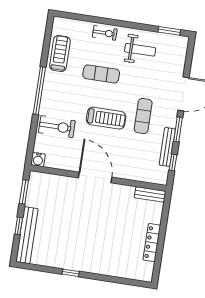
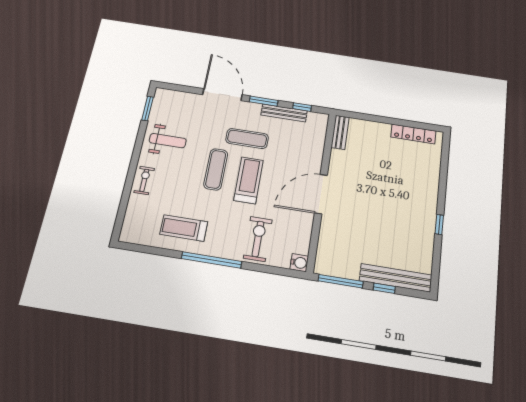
weight bench: (140, 50) -> (168, 141), turned 90
treadmill: (60, 53) -> (184, 228), moved
exercise mat: (101, 74) -> (216, 169), moved
window: (24, 192) -> (341, 281), width x1.44
locker: (152, 243) -> (413, 134), moved

